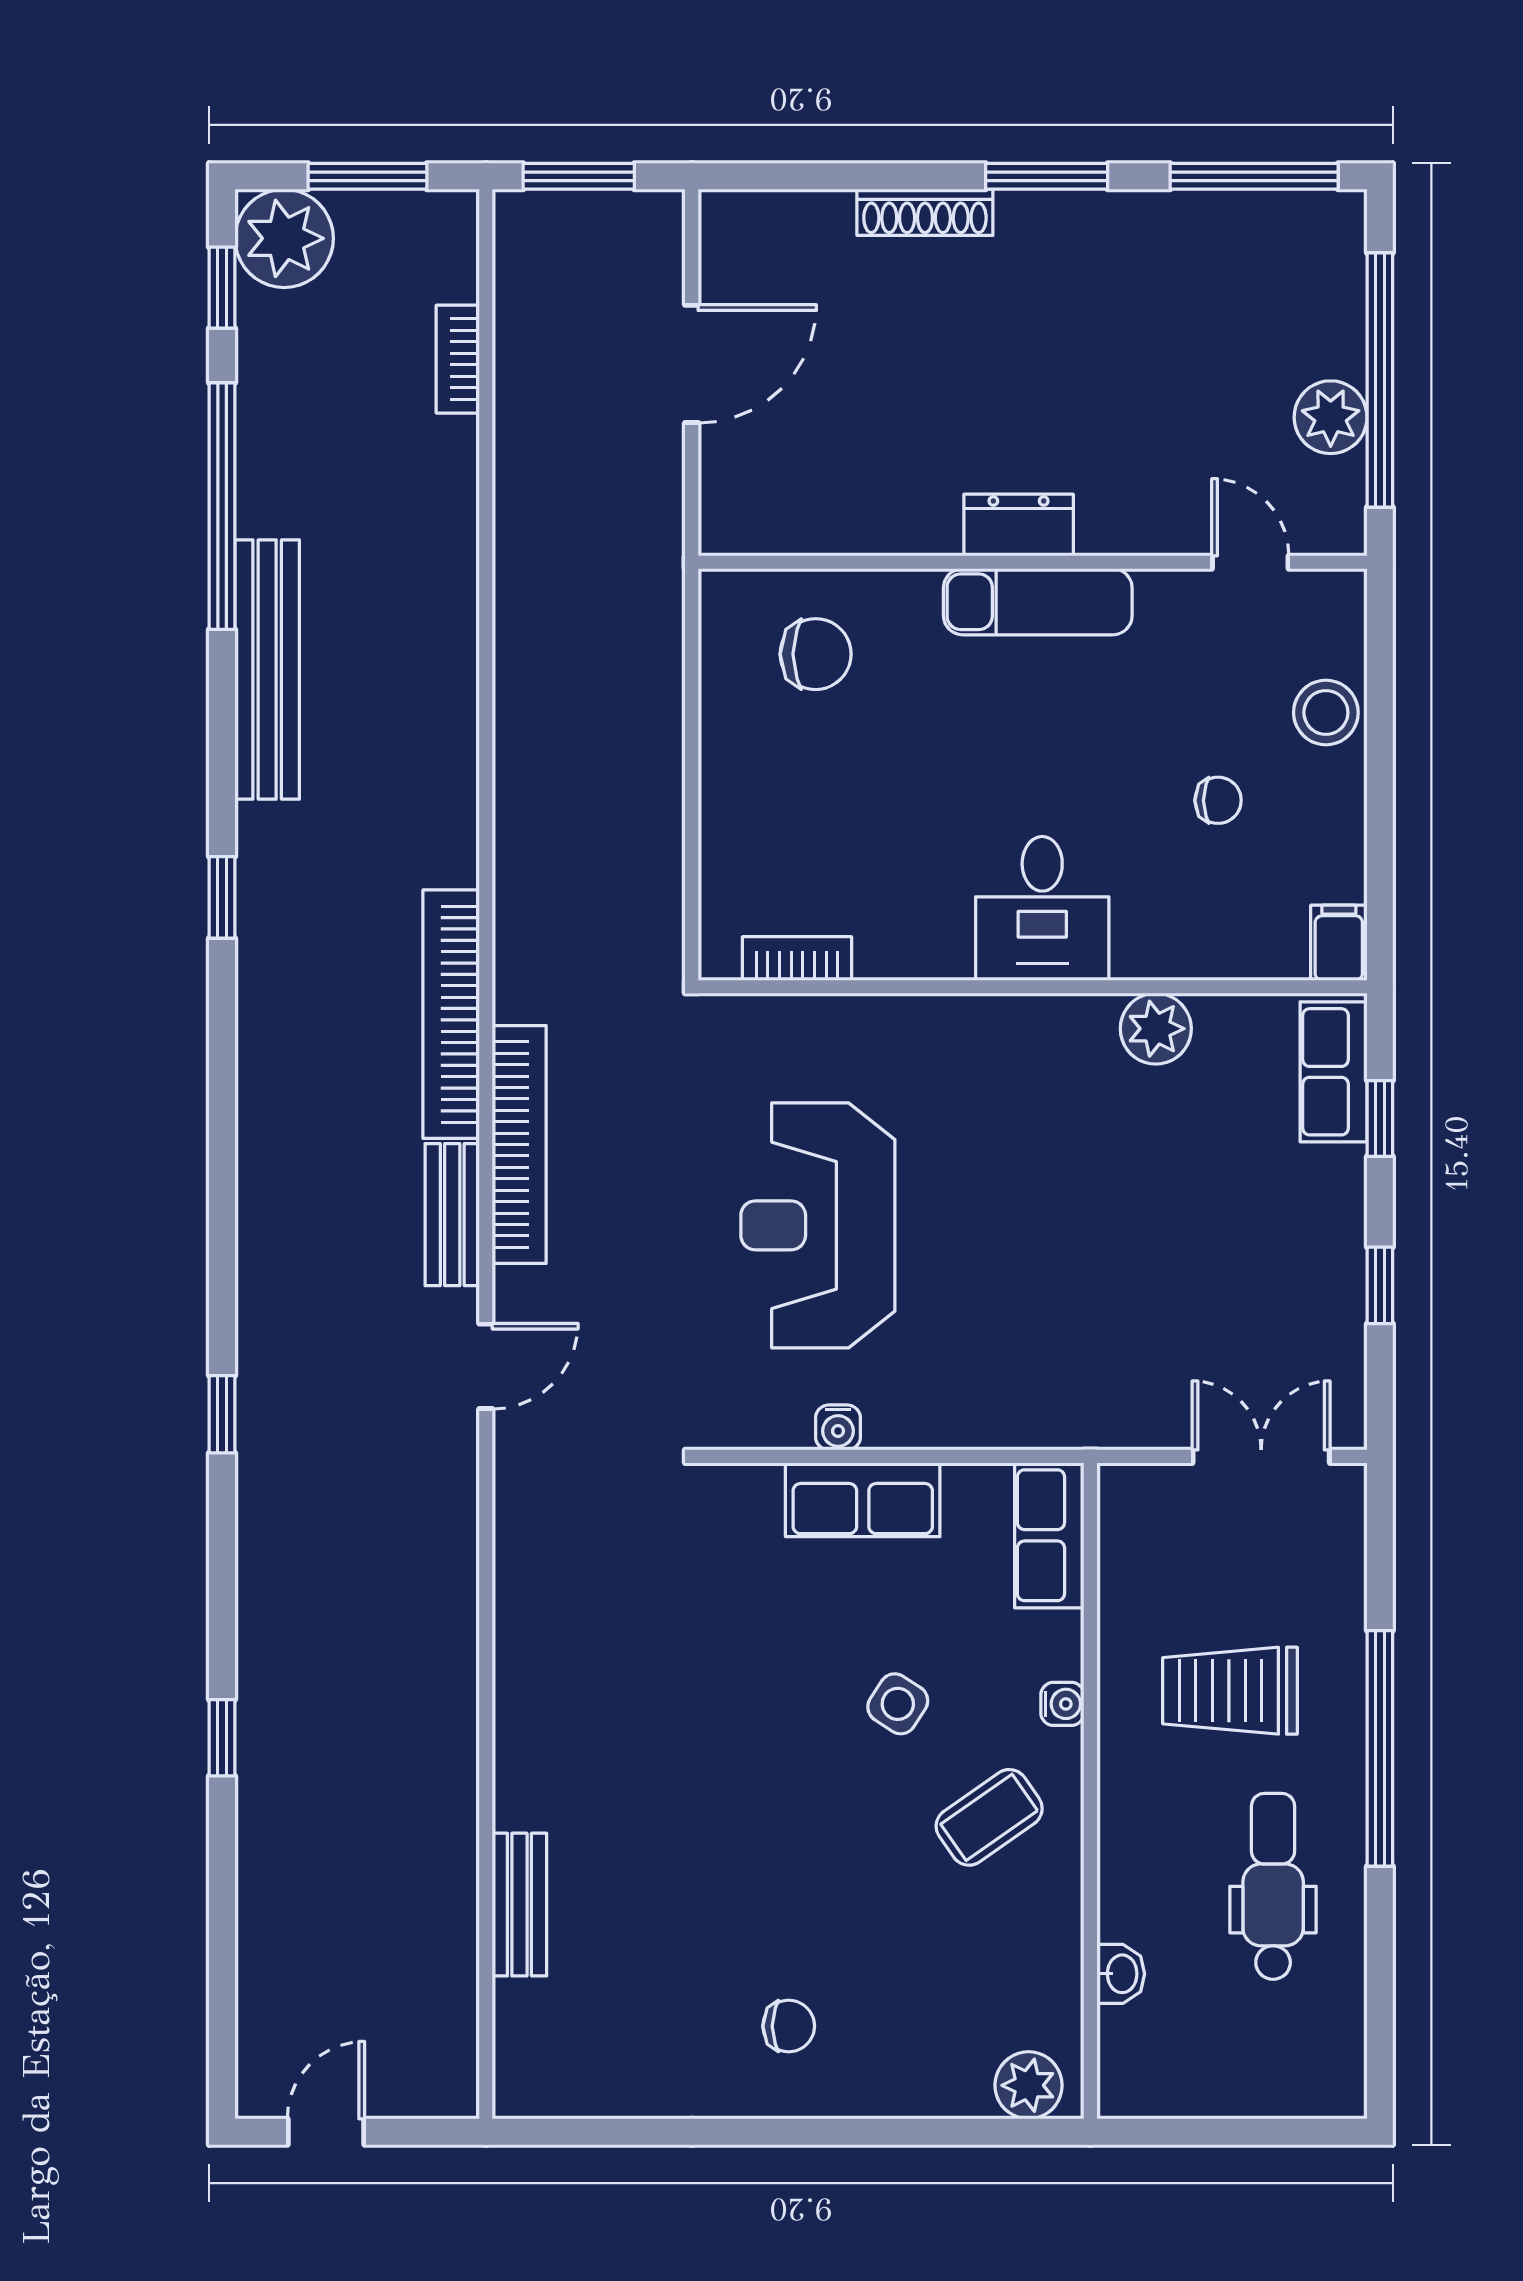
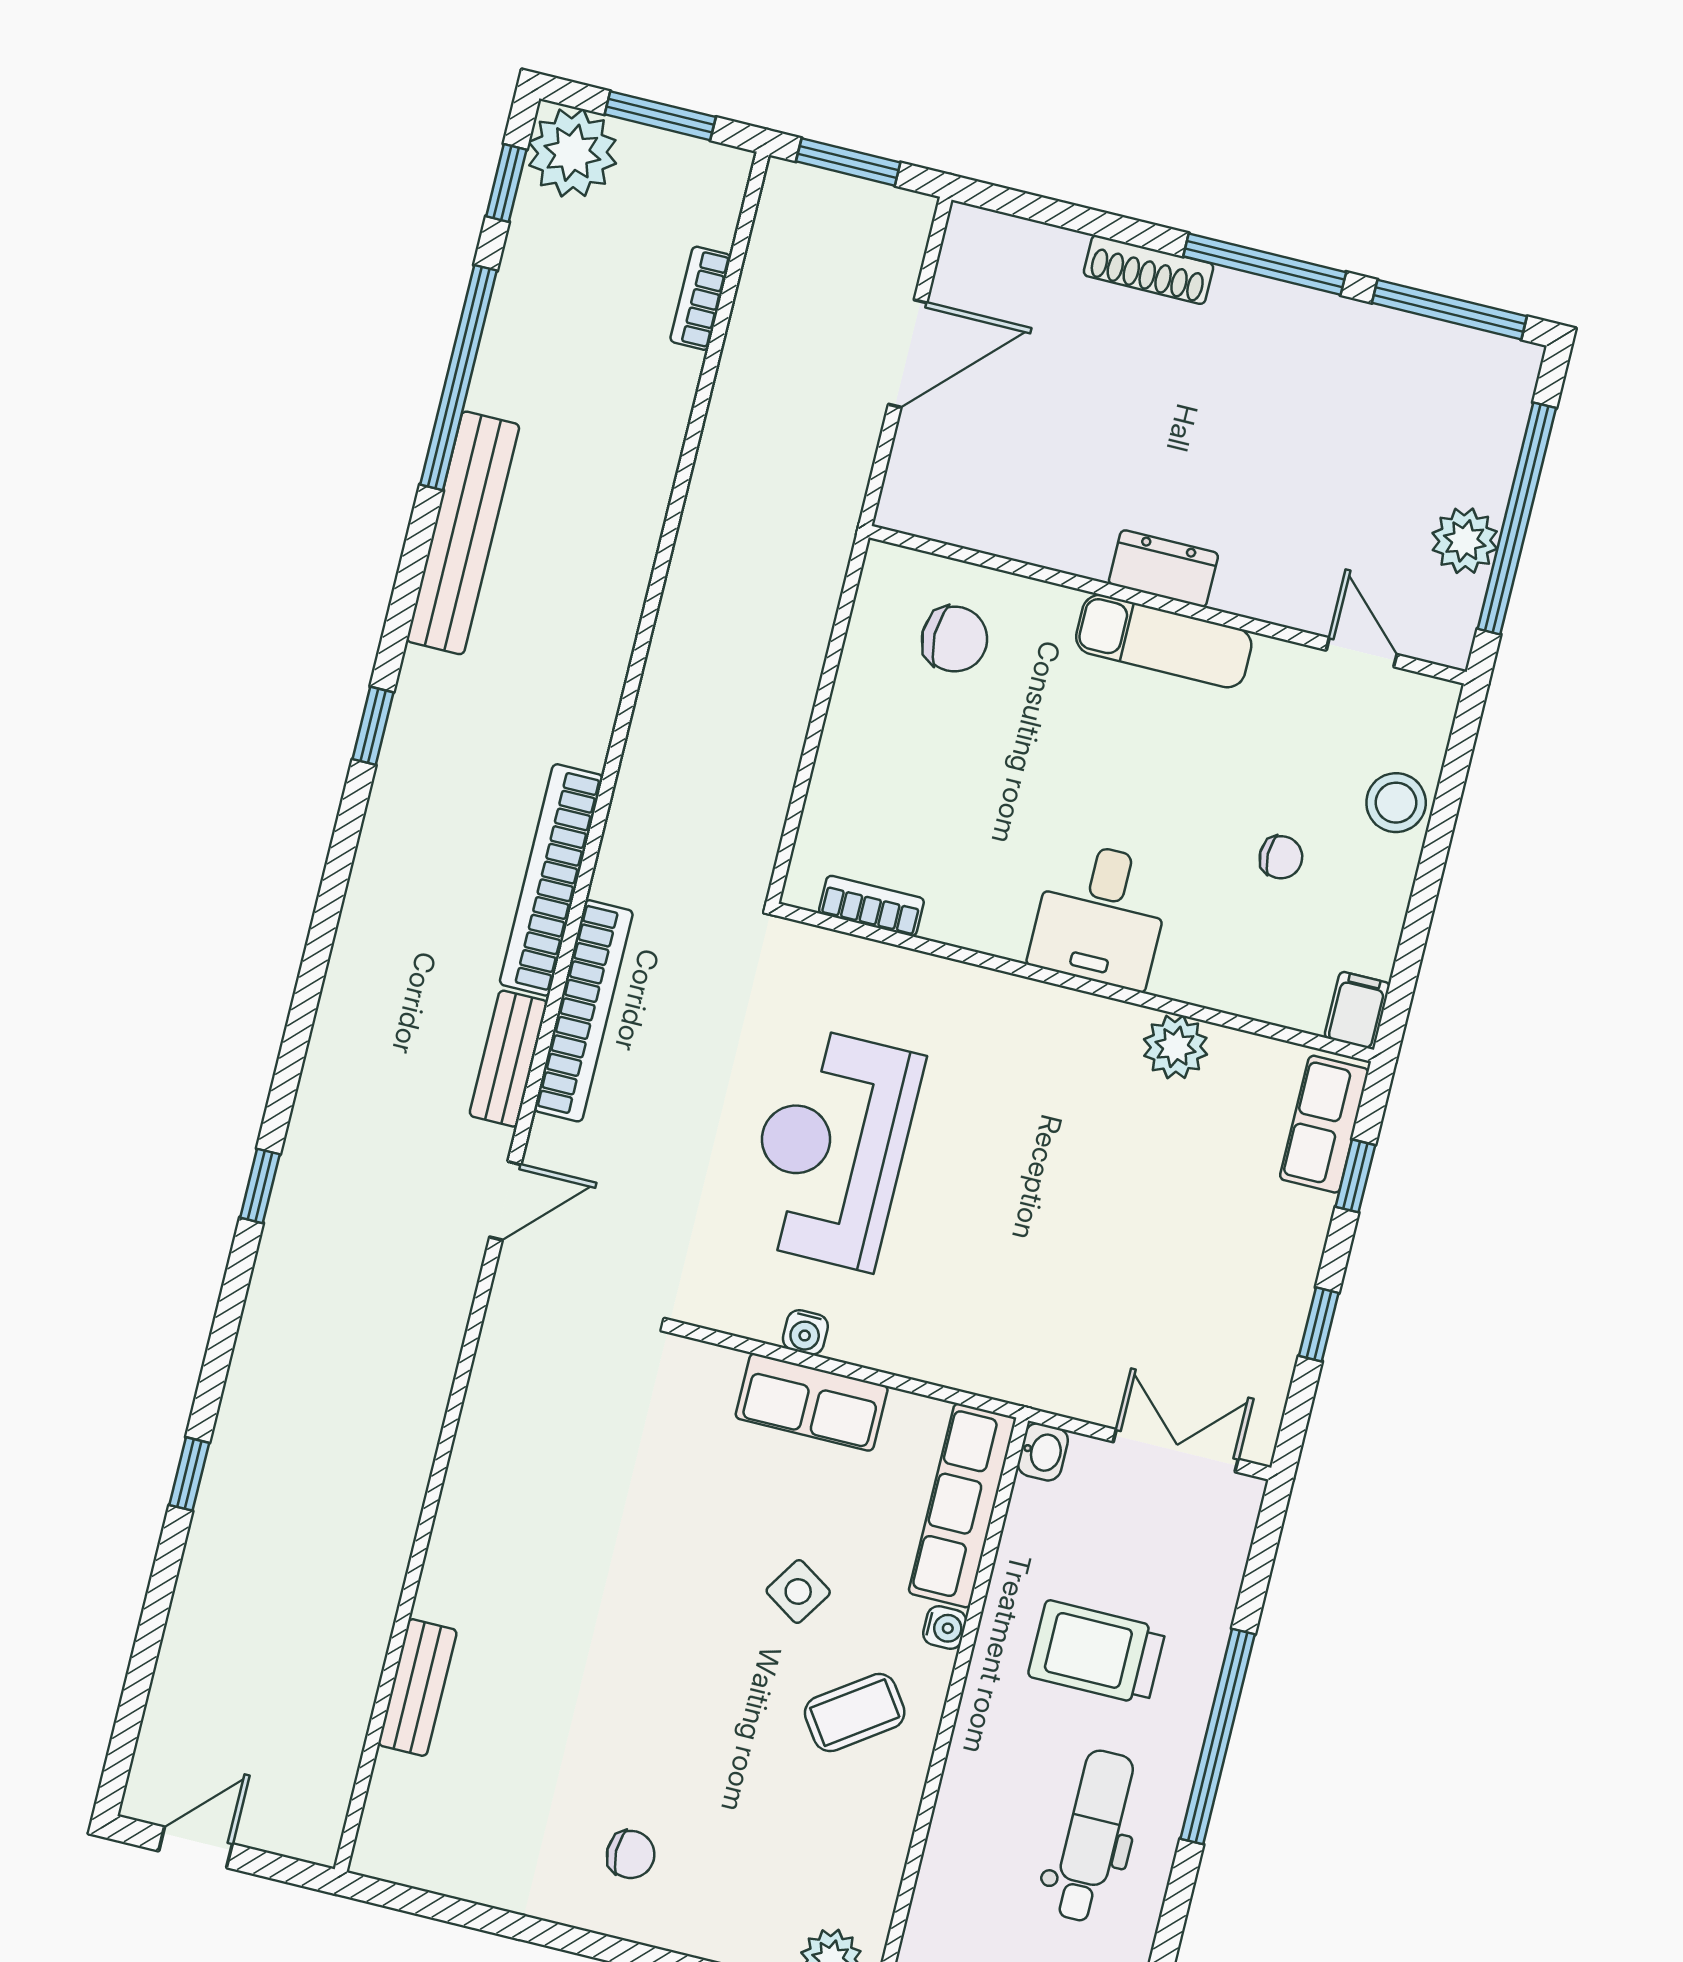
window: (1047, 176) -> (1265, 264), width x1.44
row of seats: (1049, 1535) -> (962, 1505), width x1.48
washbasin: (1121, 1974) -> (1043, 1452), moved

